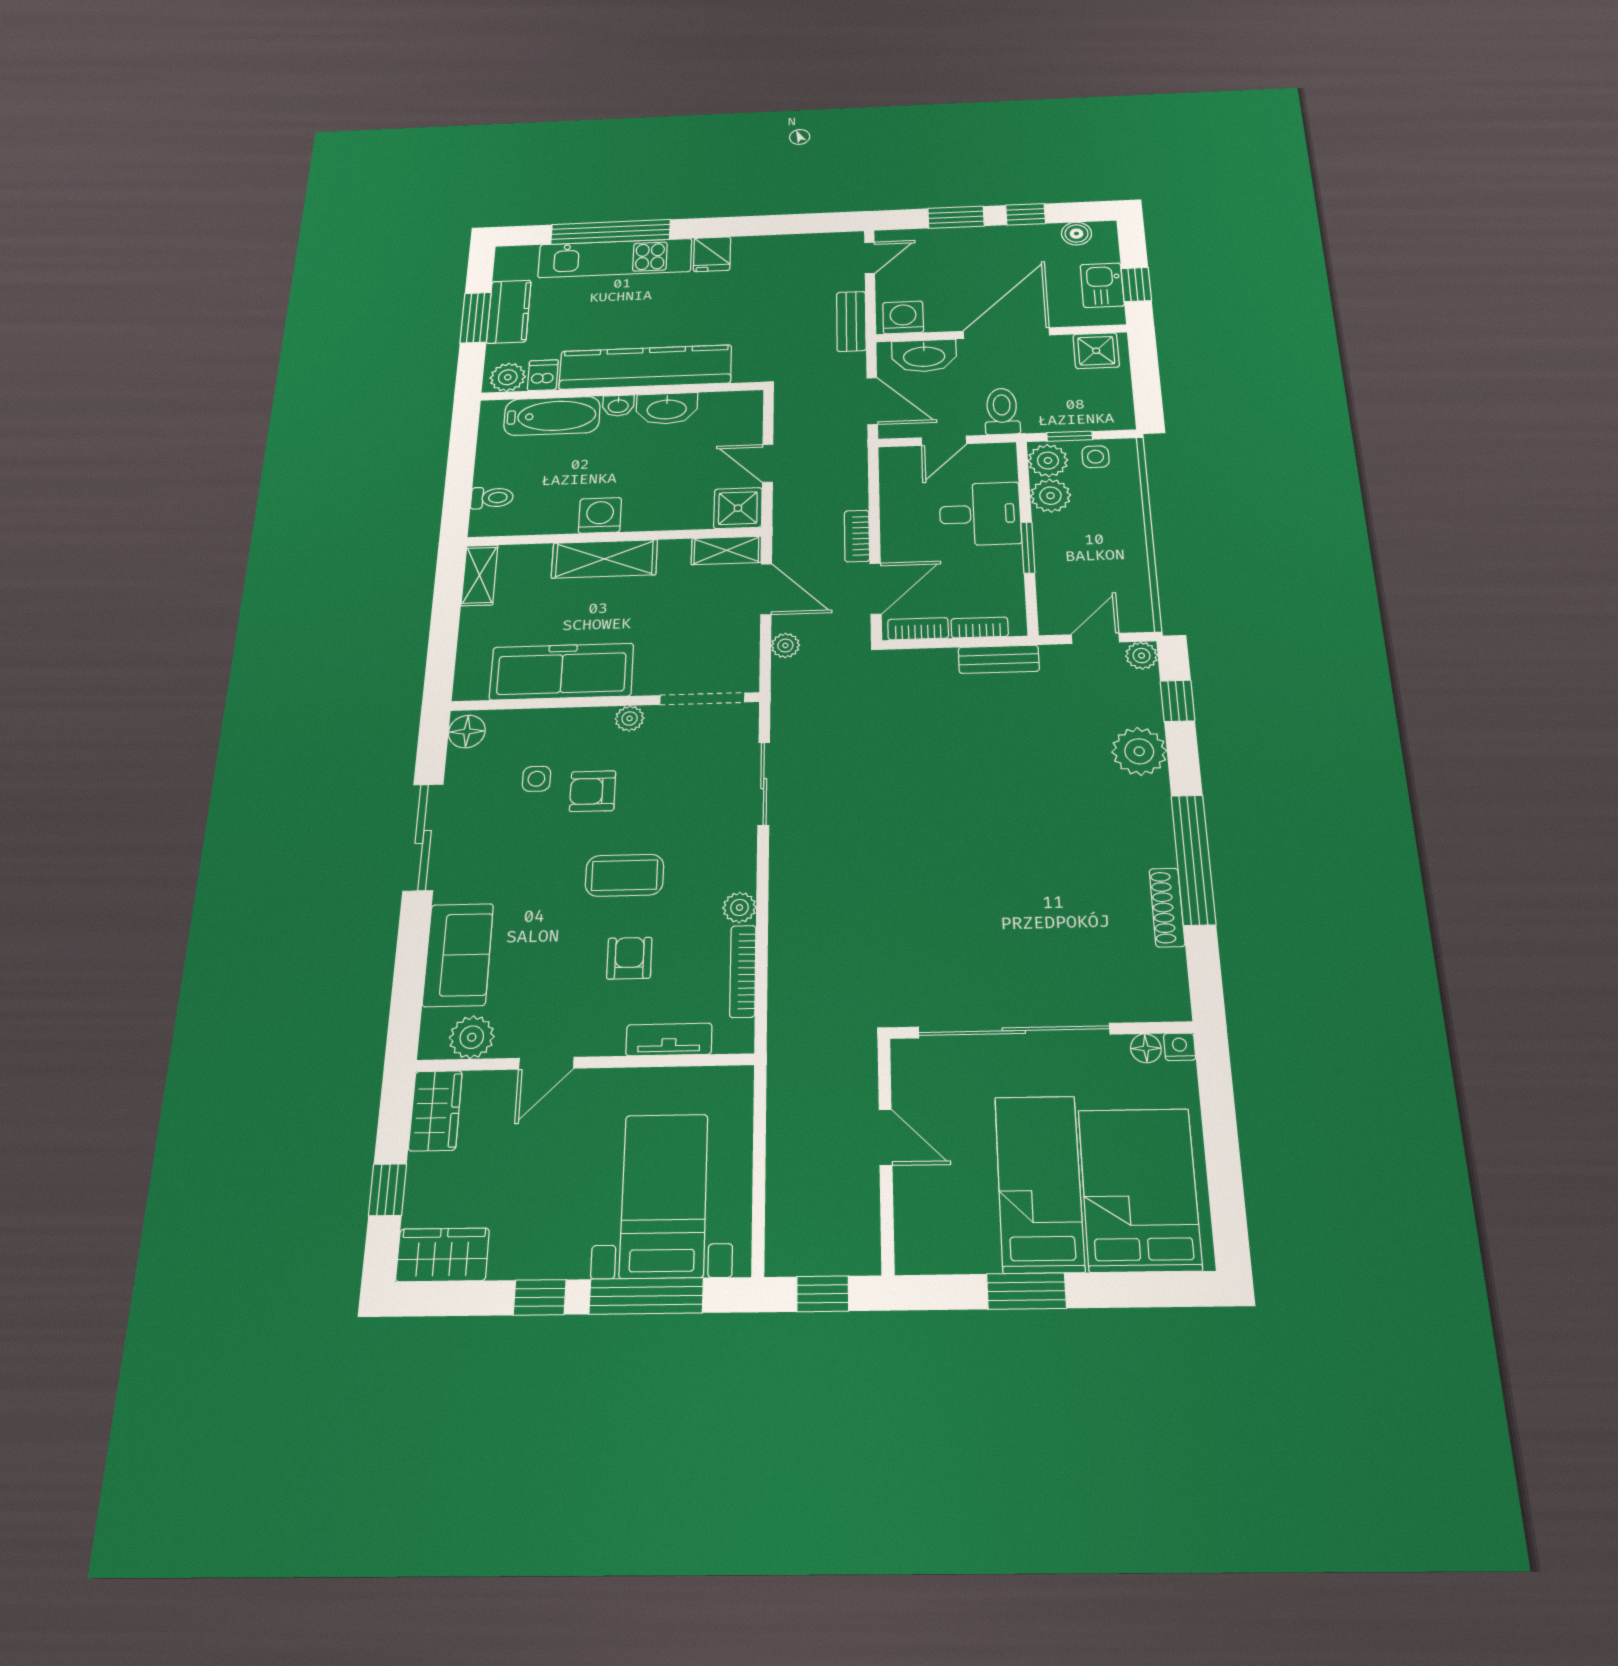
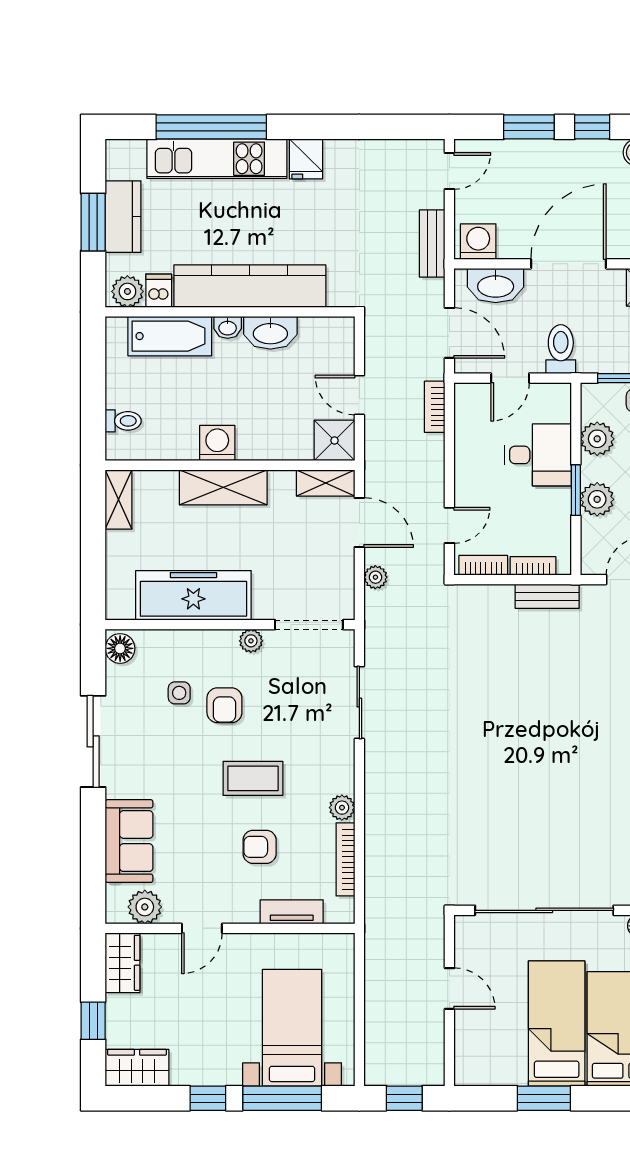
plant: (1048, 461) -> (597, 499), moved
bookcase: (857, 536) -> (435, 407), moved
door: (876, 589) -> (449, 525), width x0.73
armchair: (593, 791) -> (224, 705), turned -90
armchair: (629, 958) -> (260, 847), turned -90

